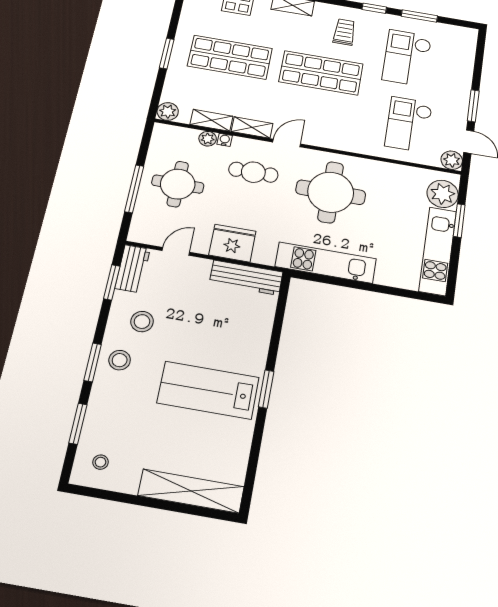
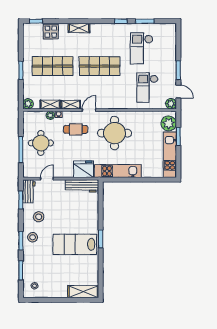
trolley: (344, 32) -> (108, 39), removed
fridge: (232, 243) -> (84, 169), moved
shelving: (191, 491) -> (83, 292), width x0.68

